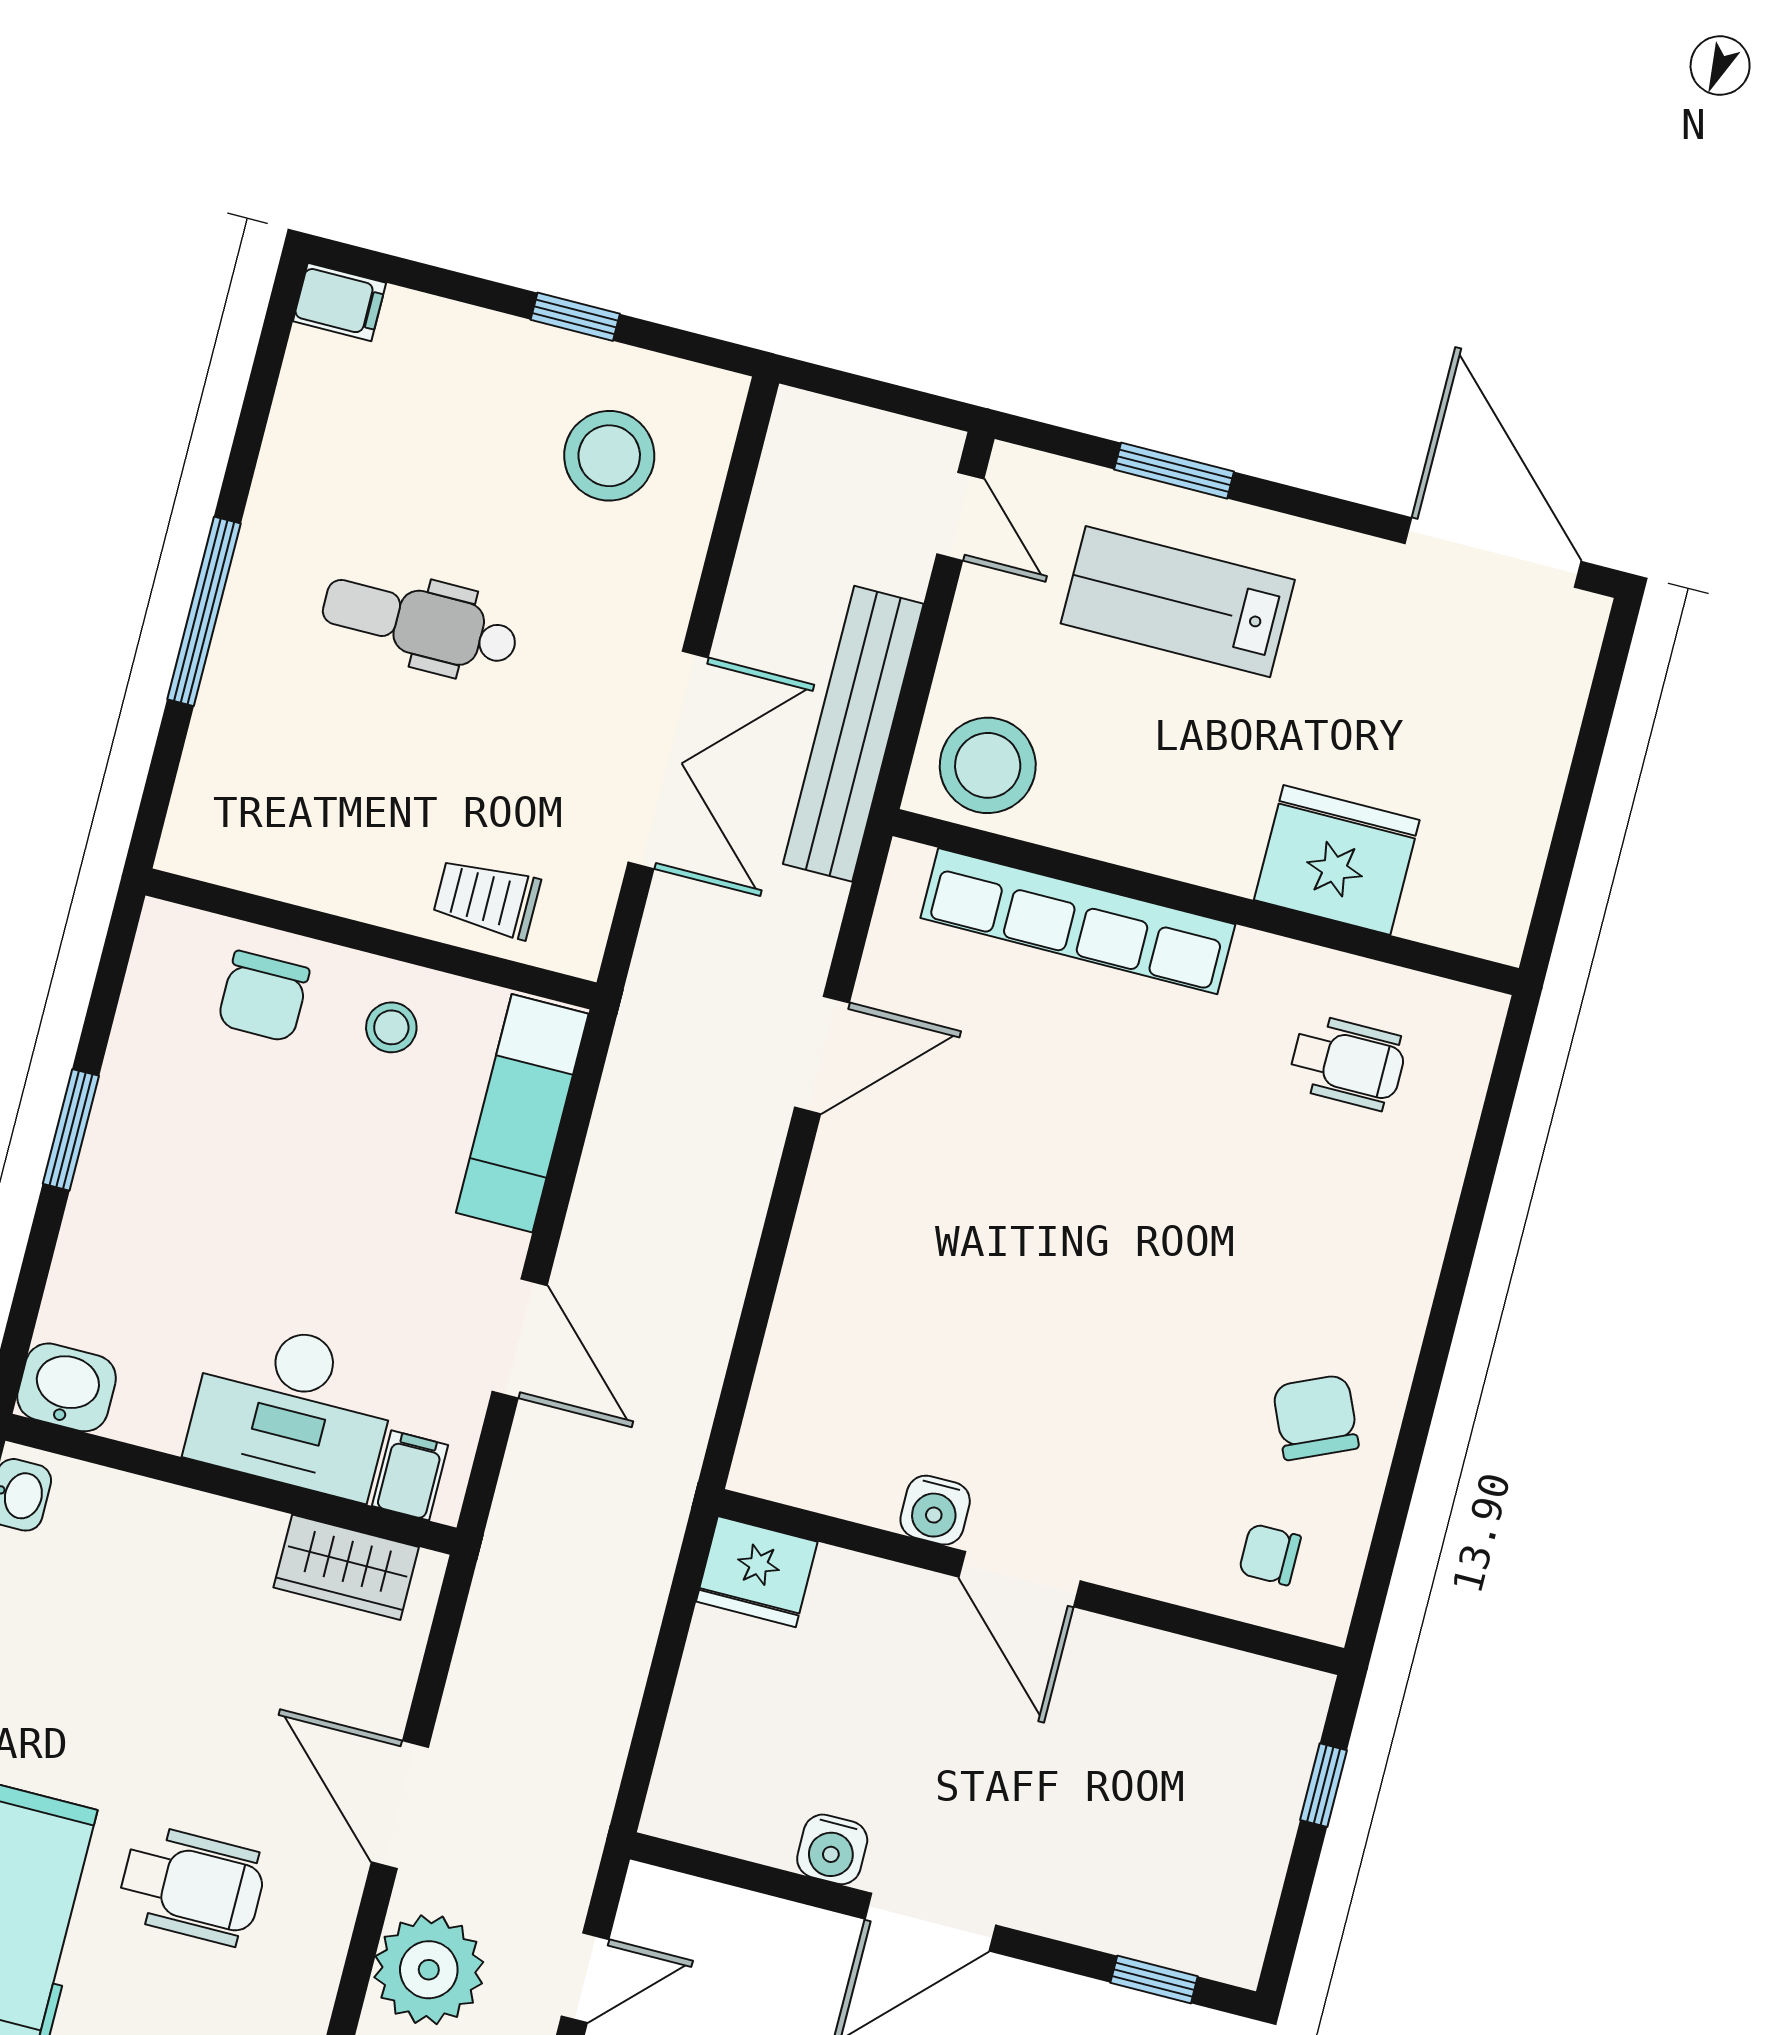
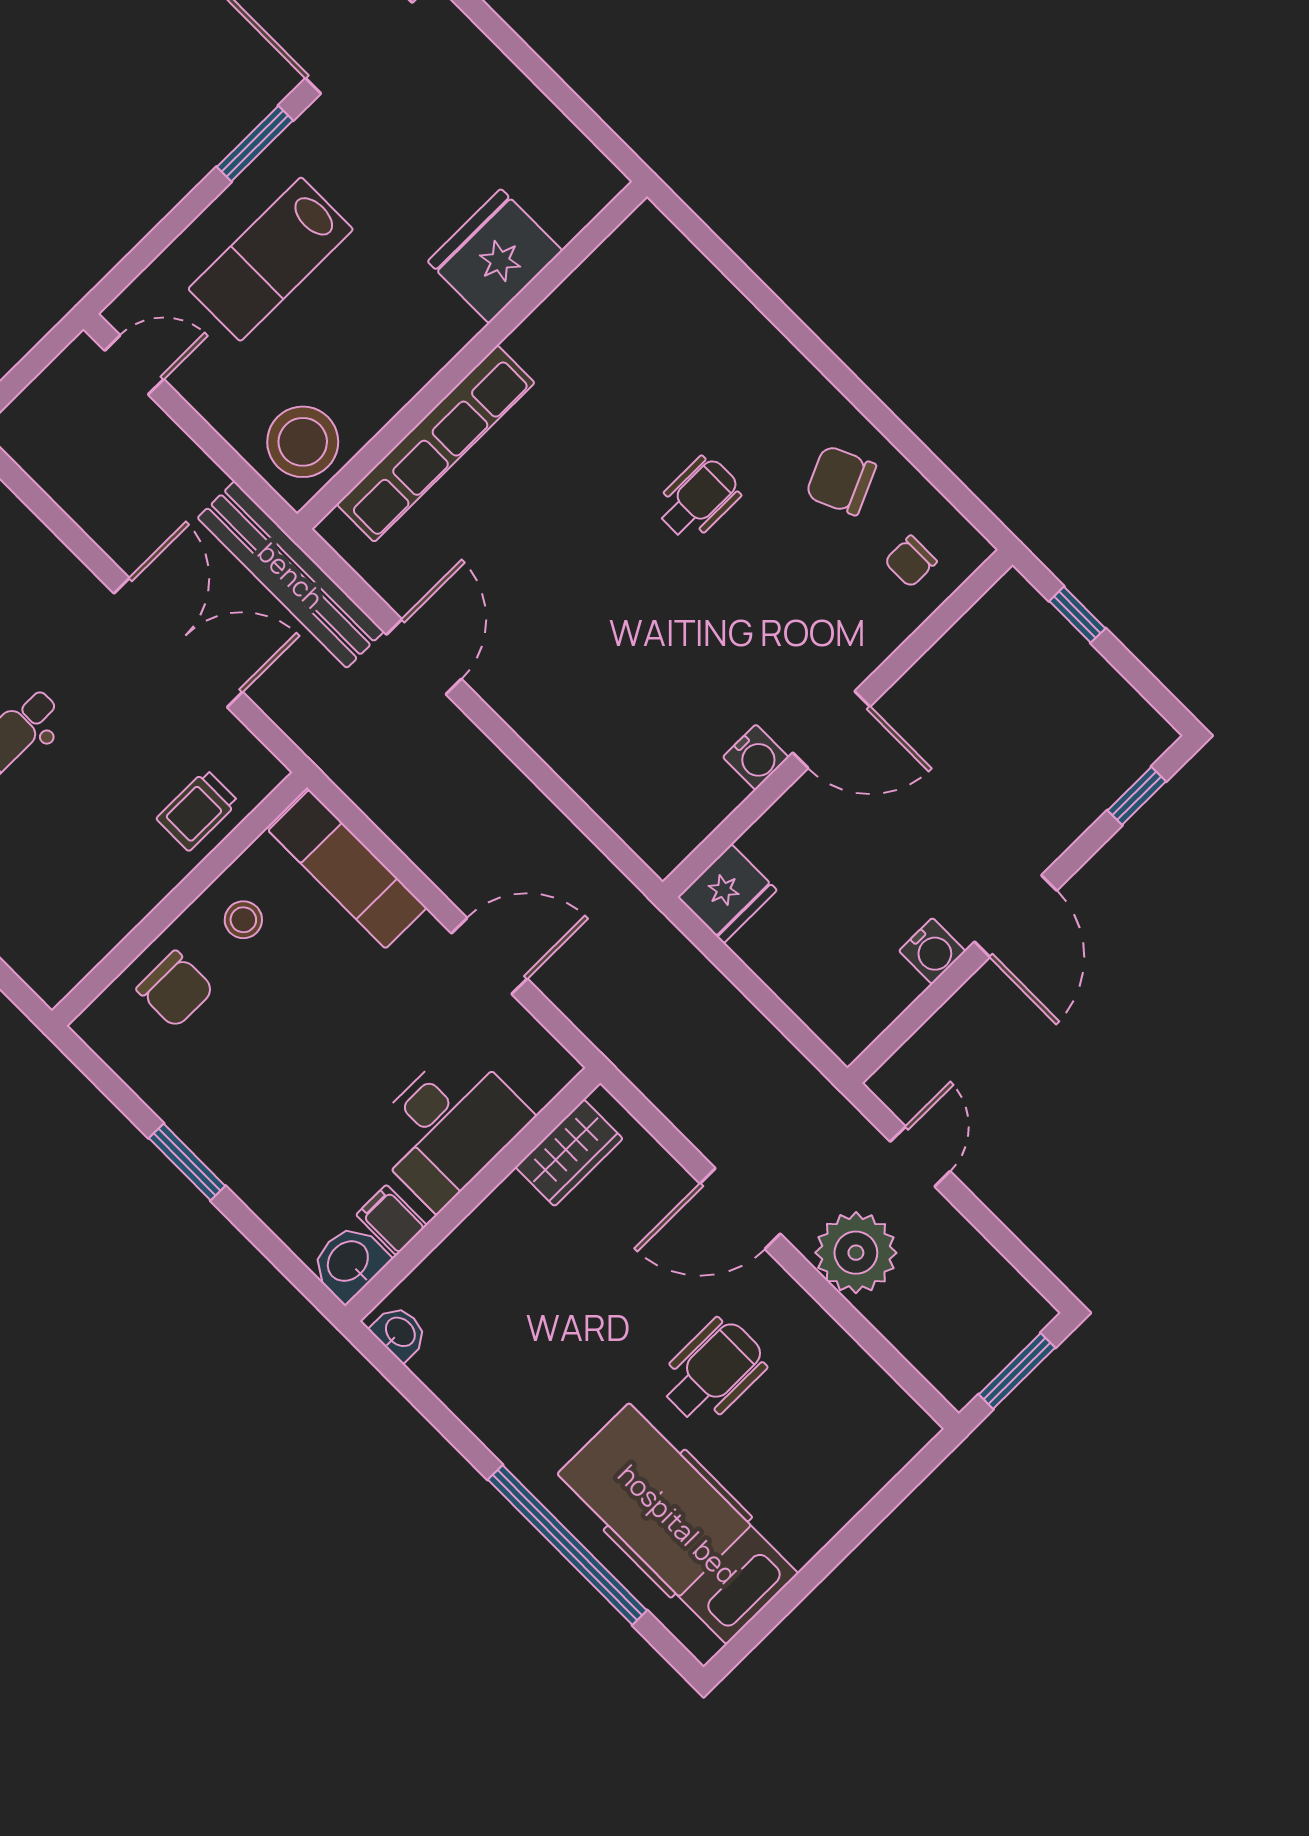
window: (1174, 471) -> (255, 144), moved
bench: (853, 734) -> (291, 575), moved
wheelchair: (1348, 1062) -> (698, 498), moved
filing cabinet: (410, 1475) -> (391, 1220), moved

